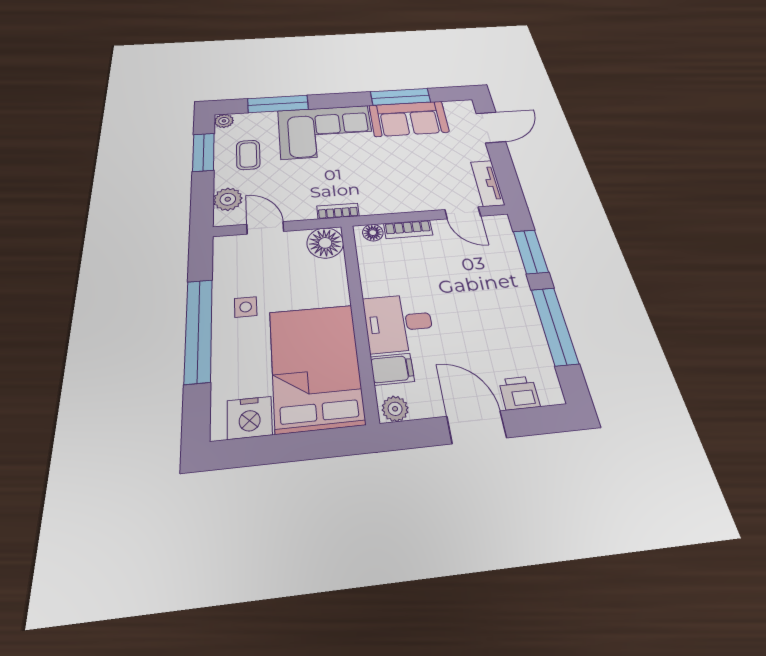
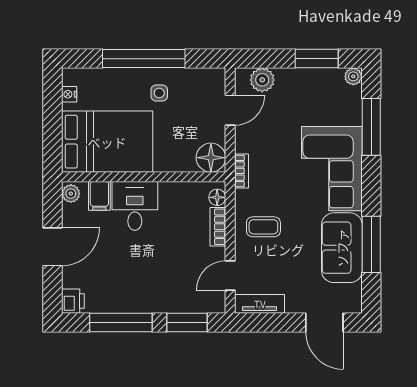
coffee table: (248, 155) -> (263, 227), moved
printer: (519, 393) -> (73, 301), moved
nightstand: (250, 418) -> (69, 94), width x0.53, depth x0.56

